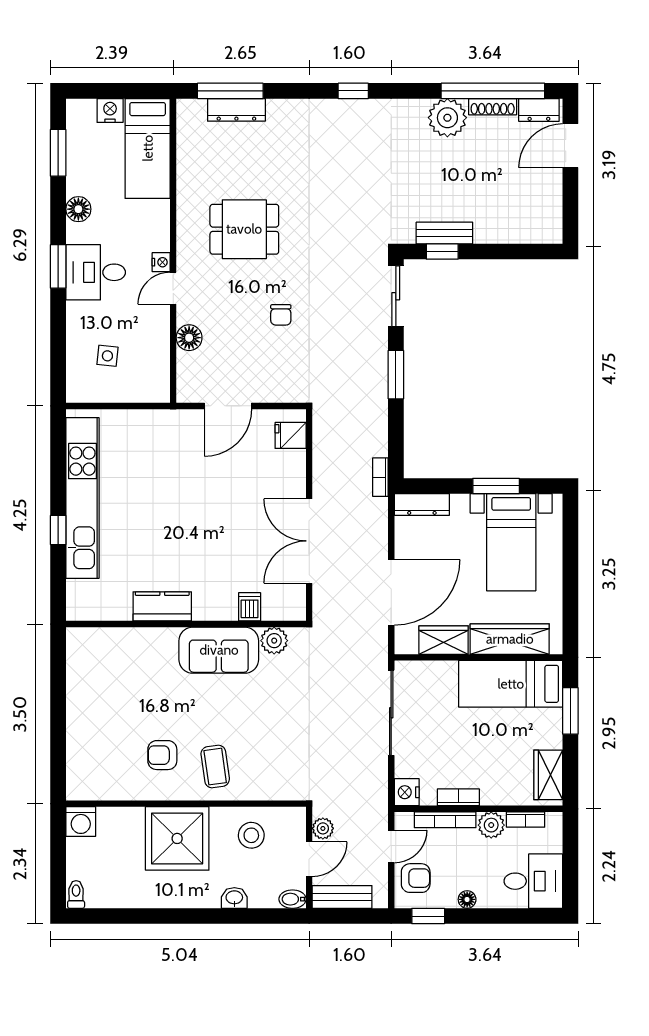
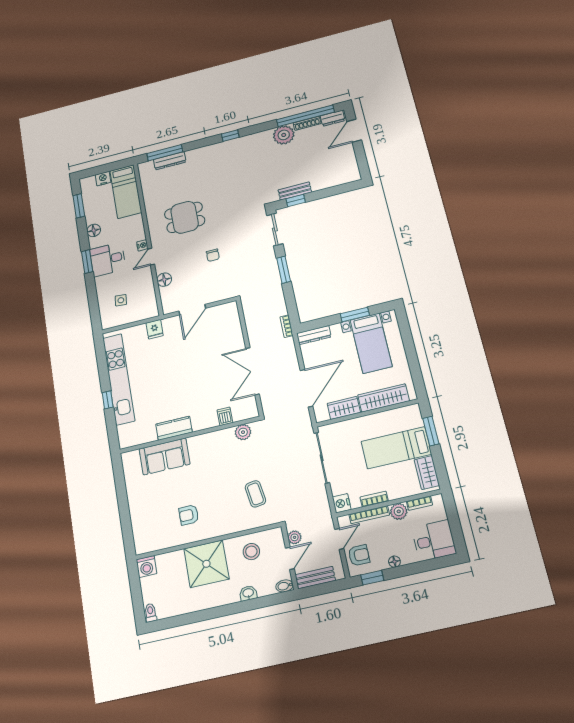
fridge: (291, 435) -> (155, 329), moved, turned -90
sofa: (219, 650) -> (165, 456), moved
bed: (511, 684) -> (396, 448), moved
coffee table: (215, 767) -> (255, 494), moved

